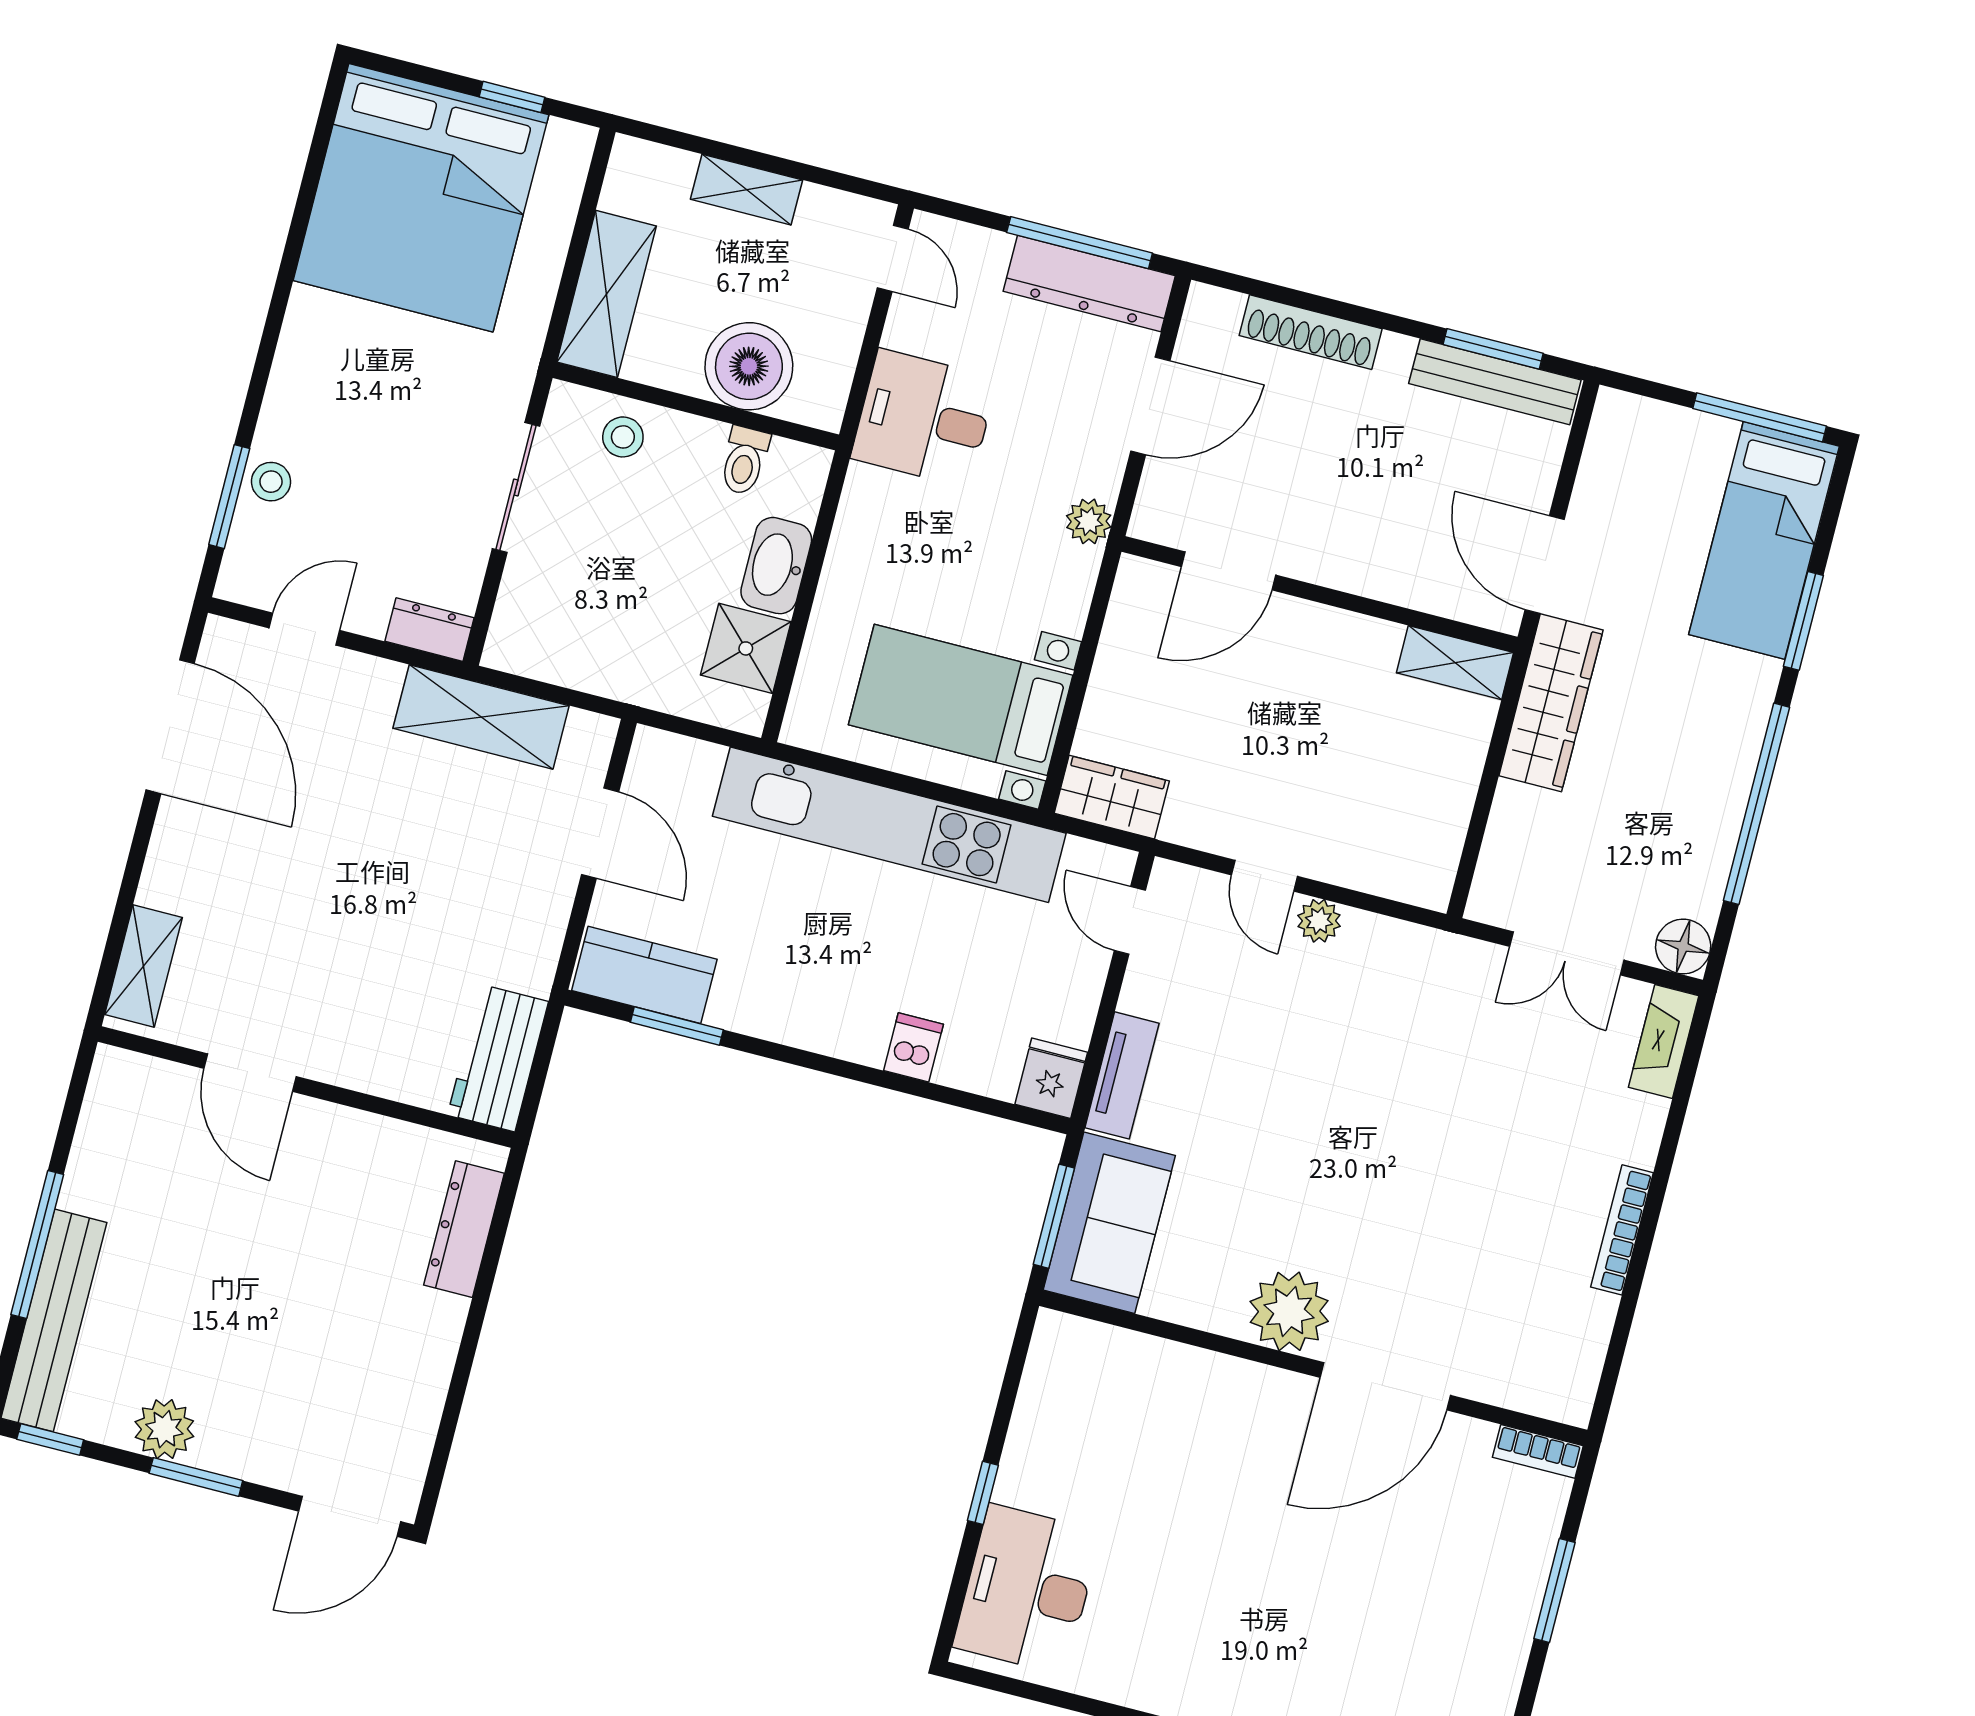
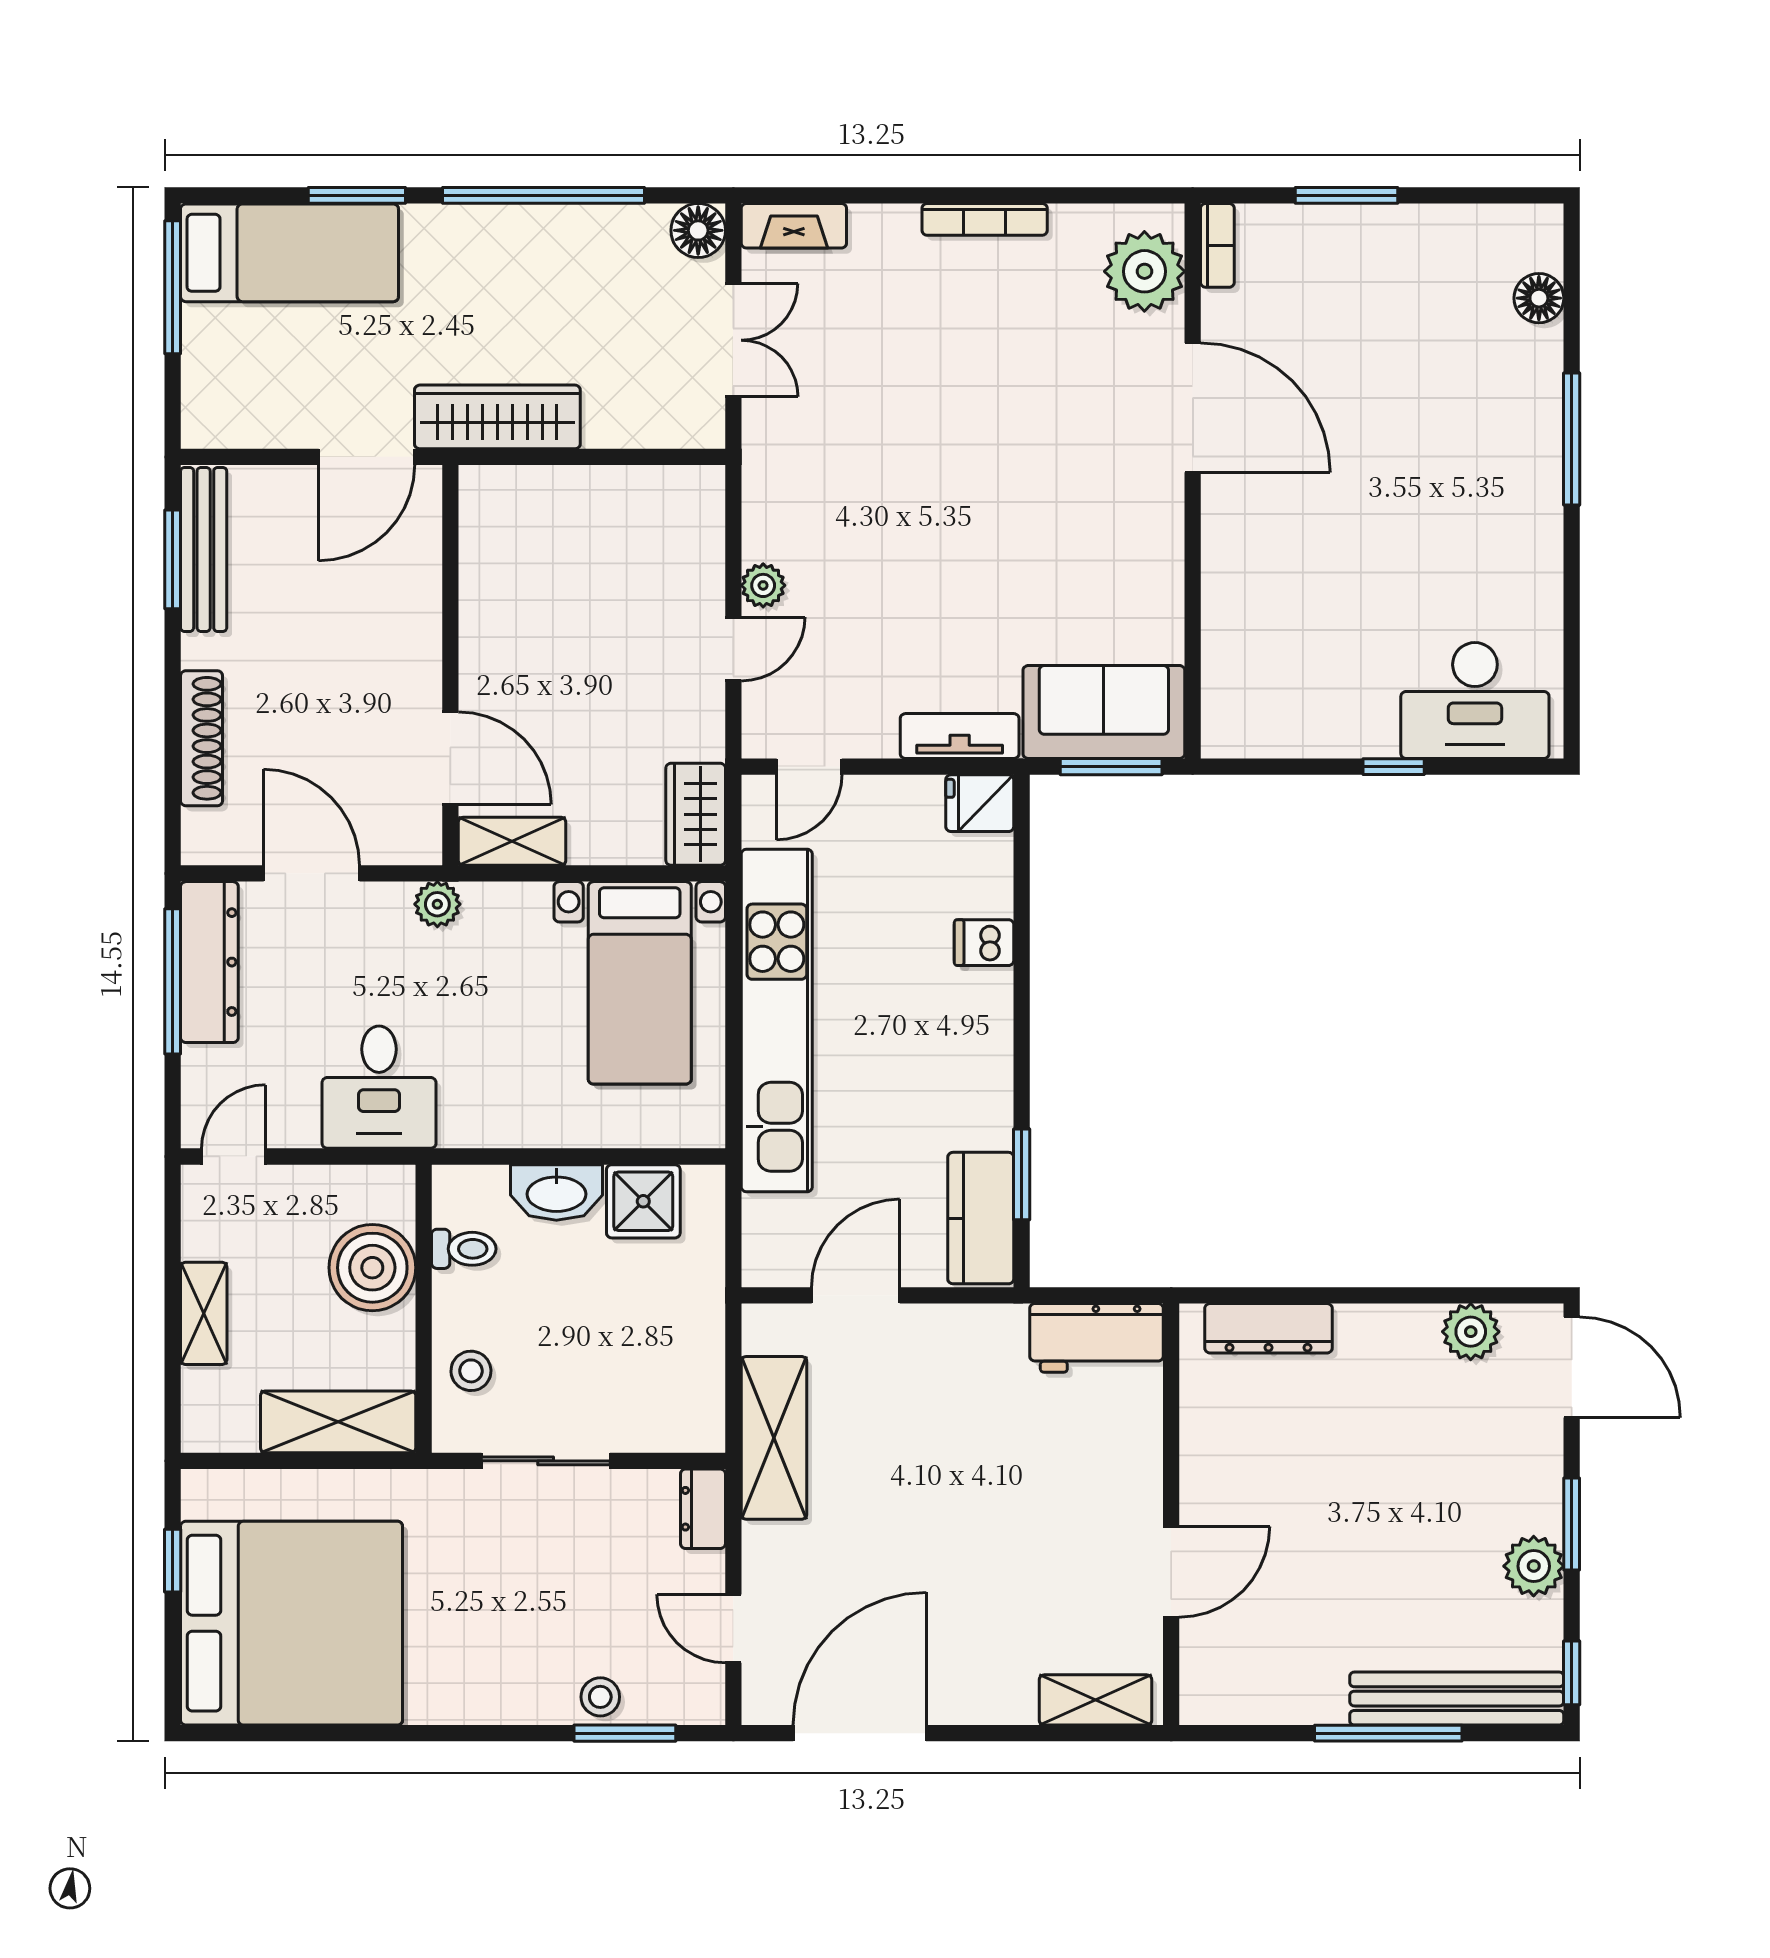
shelving: (1455, 663) -> (512, 841), moved, turned 90
plant: (1289, 1311) -> (1144, 271), moved
plant: (410, 1426) -> (1471, 1332), added

